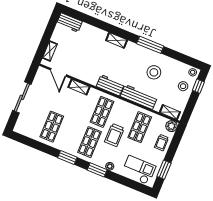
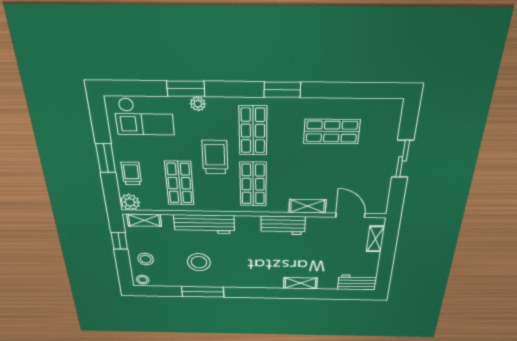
shelving: (117, 40) -> (300, 283), moved
window: (150, 45) -> (203, 292), moved
workbench: (110, 85) -> (283, 225), moved
window: (198, 86) -> (119, 241), moved
sliding door: (22, 97) -> (403, 159), width x0.73
shop shelf: (52, 127) -> (332, 132), turned 90
window: (97, 170) -> (186, 89), moved
window: (164, 170) -> (106, 158), moved

